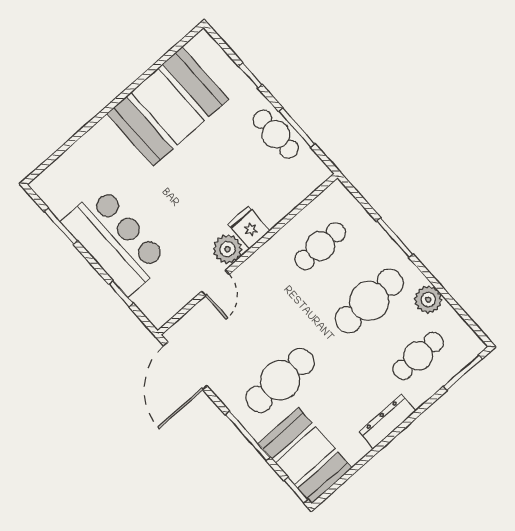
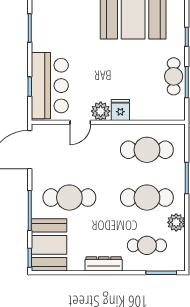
bar counter: (115, 241) -> (50, 86), moved
cafe table: (320, 246) -> (147, 150), width x1.37, depth x1.35

